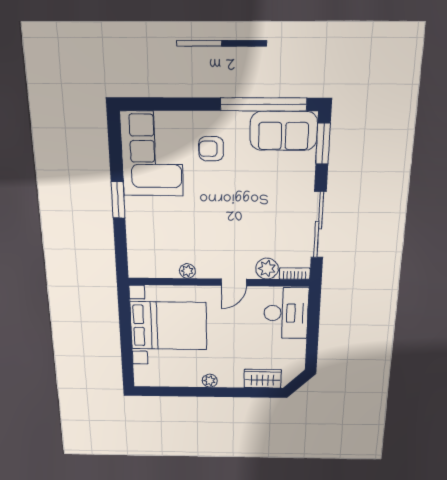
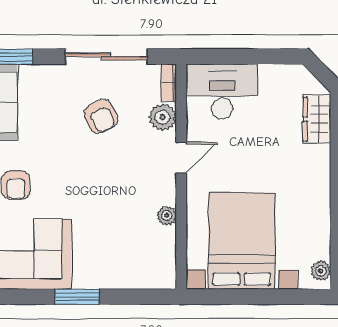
armchair: (269, 220) -> (101, 116), added
door: (234, 282) -> (181, 158), hinge flipped
plant: (210, 381) -> (321, 271), moved

